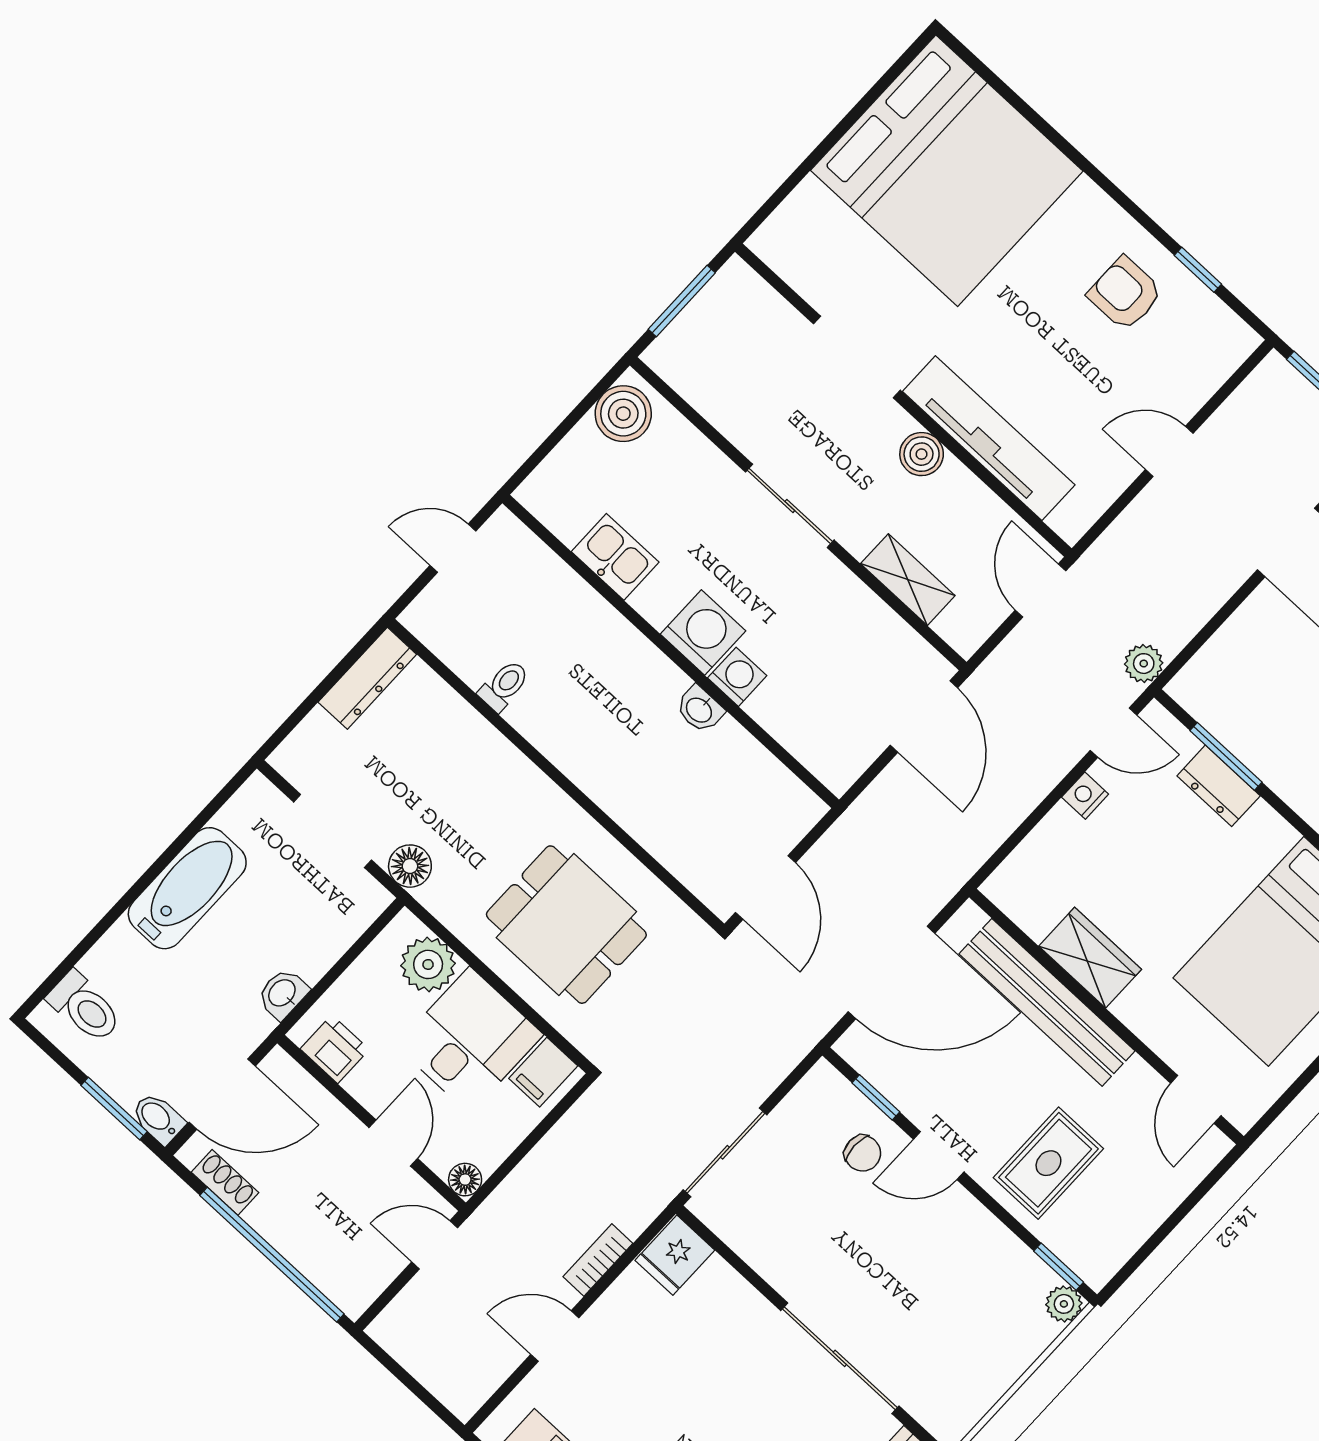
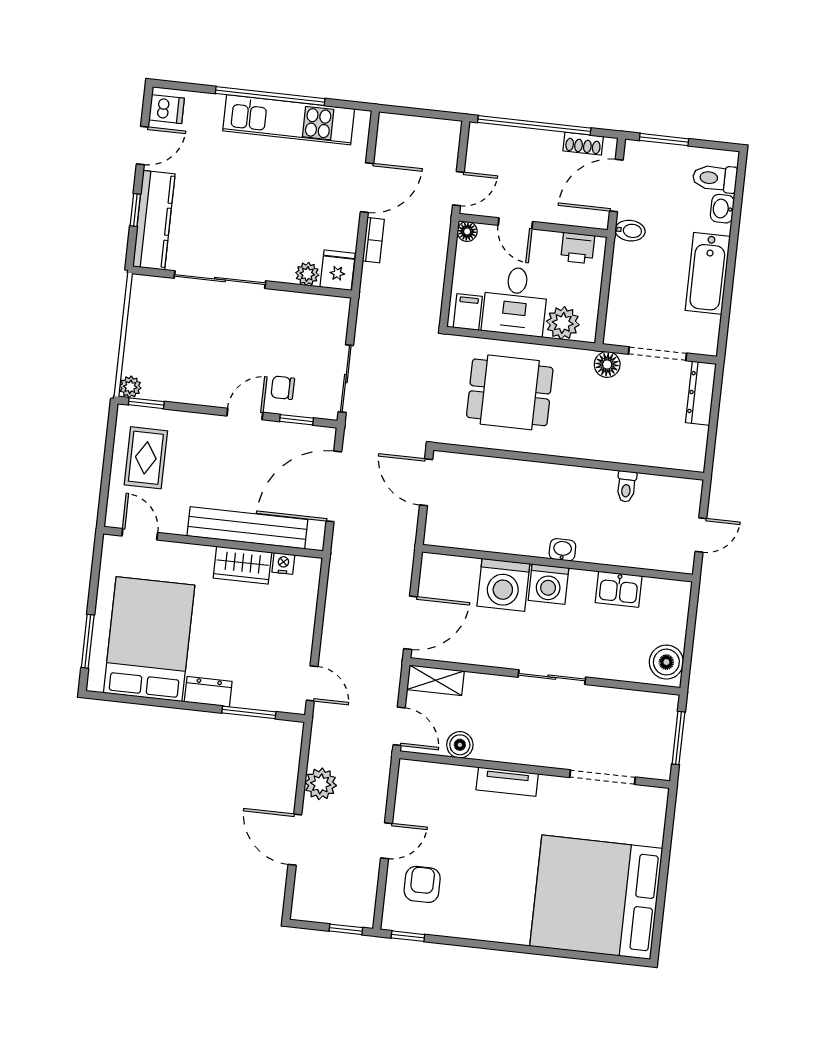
window: (1198, 270) -> (408, 936), moved
armchair: (1125, 294) -> (422, 884), moved, turned -90
doorway: (857, 357) -> (603, 777), moved
tv unit: (989, 438) -> (507, 782), width x0.52, depth x0.78
boiler: (922, 454) -> (460, 745), moved
shelving: (908, 580) -> (435, 680), moved
plant: (1144, 664) -> (321, 784), moved, width x1.38, depth x1.38
washing machine: (737, 677) -> (503, 585), width x1.89, depth x1.89
dresser: (367, 678) -> (701, 393), moved
washbasin: (700, 709) -> (562, 550), moved
door: (924, 717) -> (411, 623), swing flipped
door: (1114, 733) -> (312, 683), swing flipped
dresser: (1219, 786) -> (208, 692), moved
nightstand: (1085, 796) -> (283, 563), moved, turned -90
washbasin: (283, 994) -> (722, 209), moved, turned 180
bidet: (158, 1118) -> (630, 231), moved
sliding door: (725, 1152) -> (346, 379), moved
rug: (1048, 1163) -> (146, 458), moved
plant: (719, 1280) -> (307, 274), added
door: (555, 1336) -> (367, 188), width x1.38

